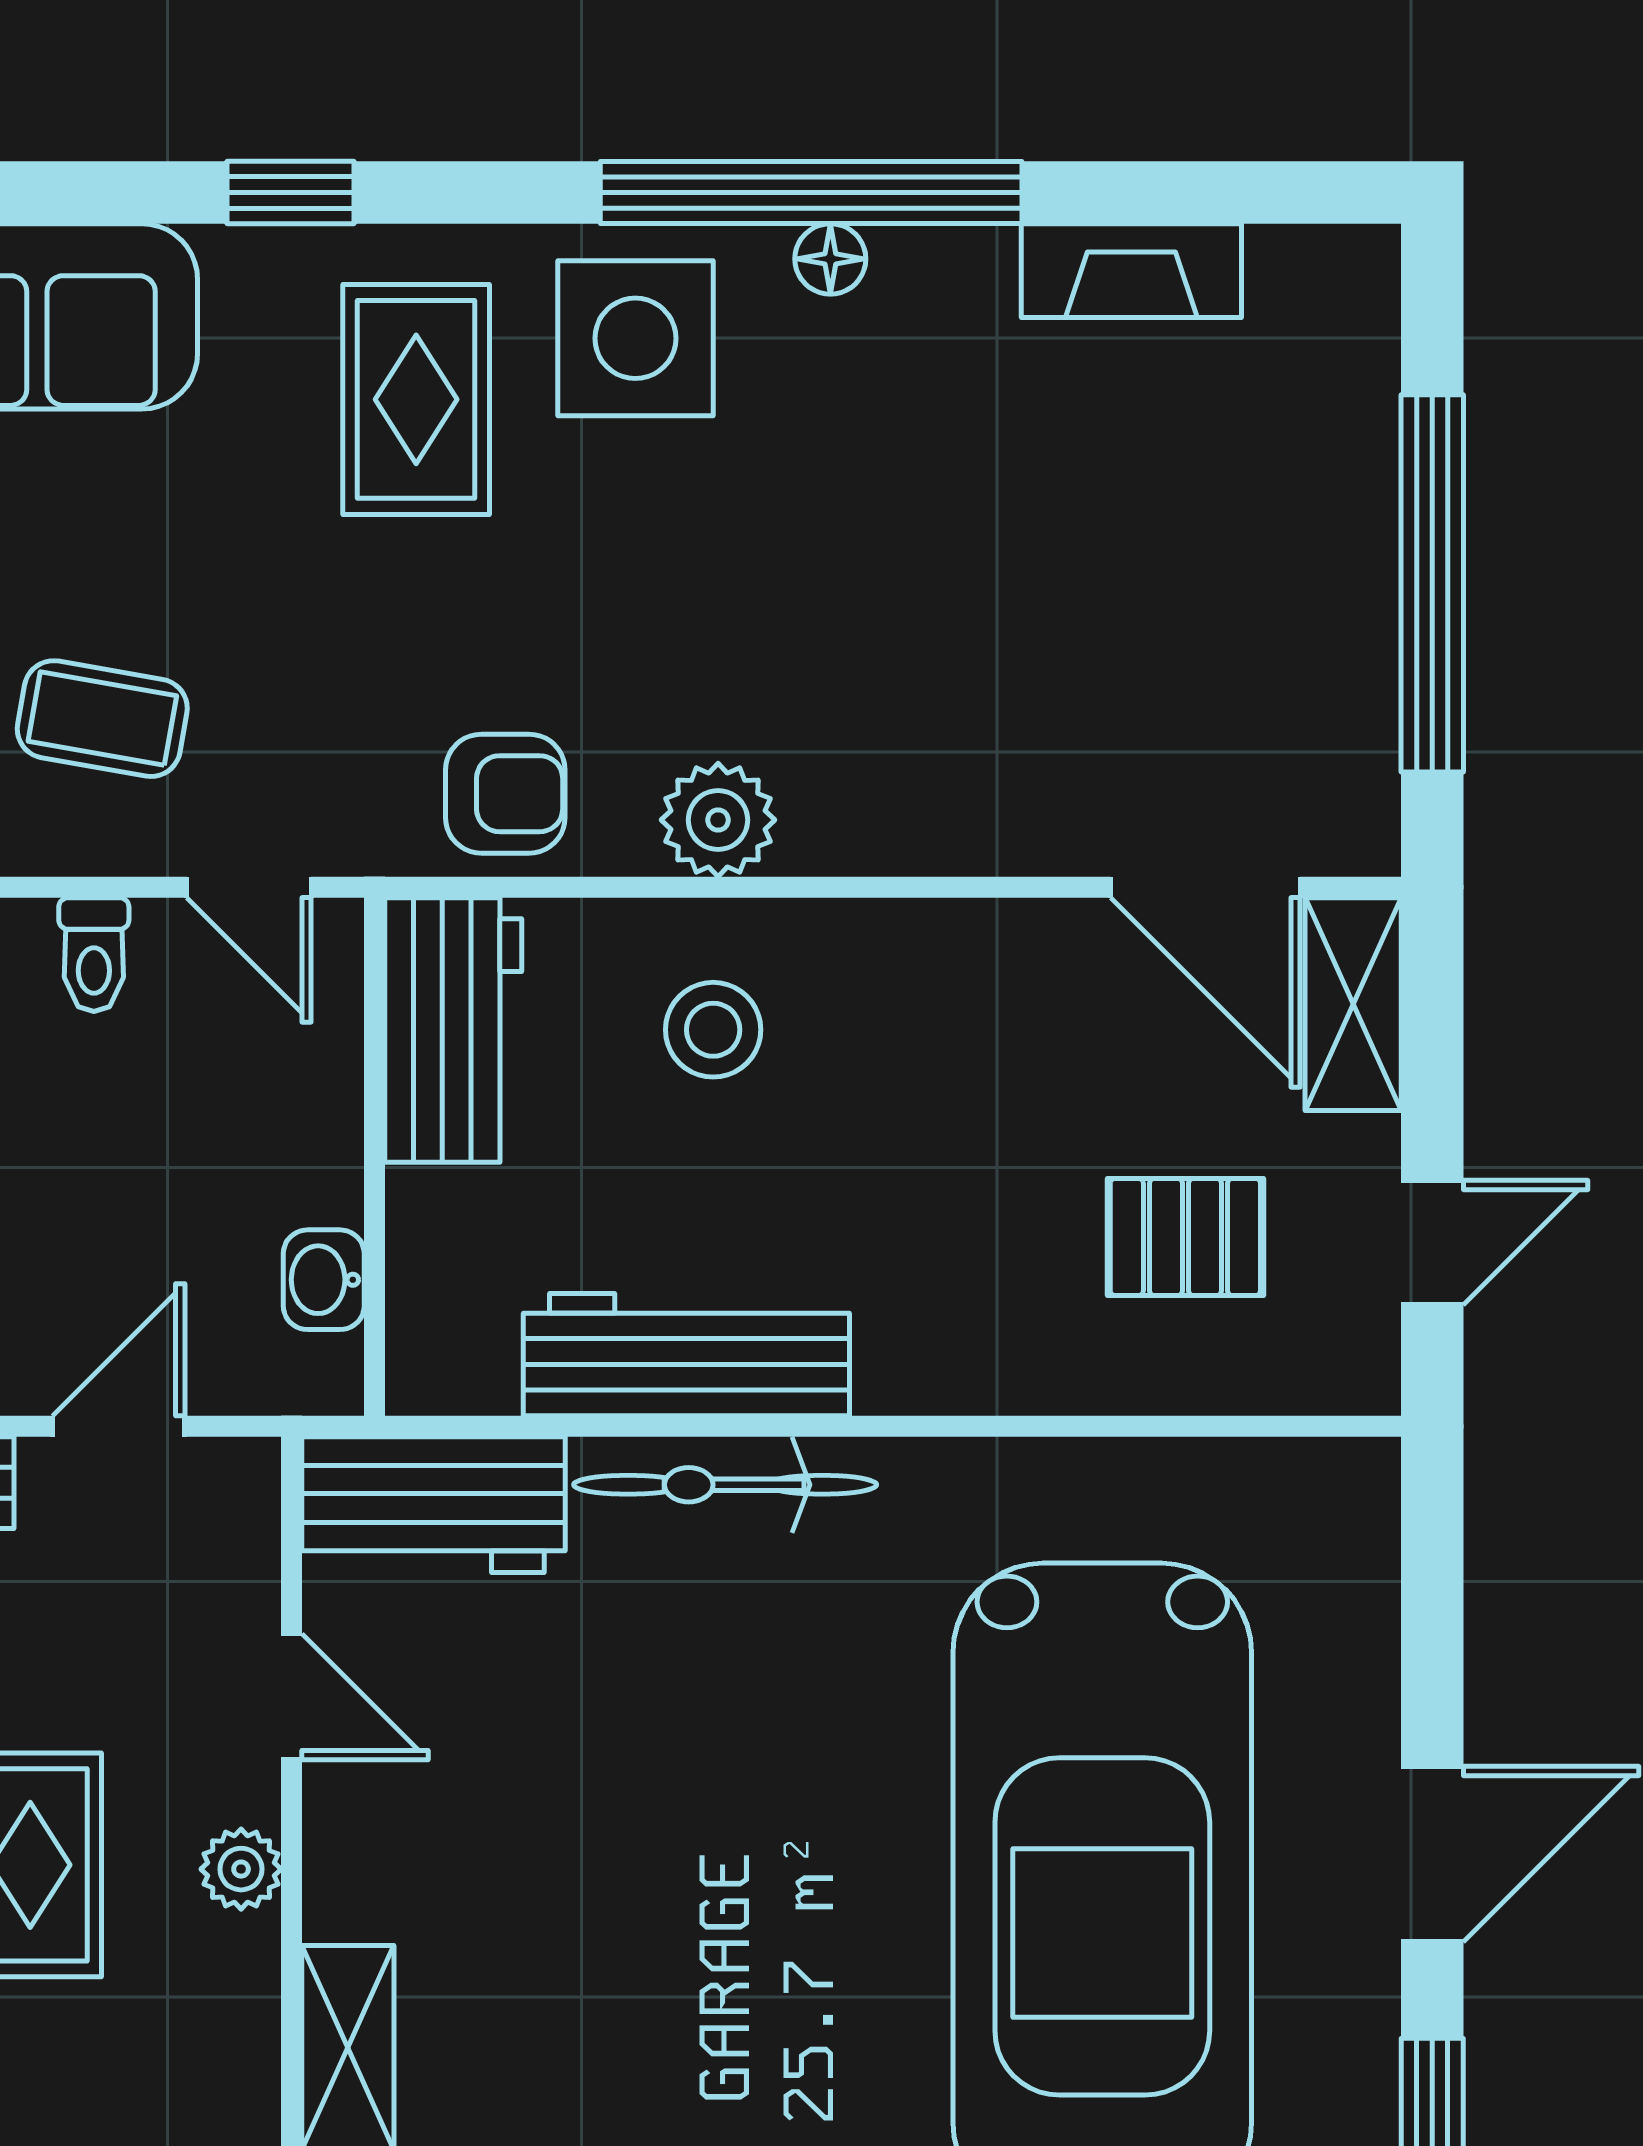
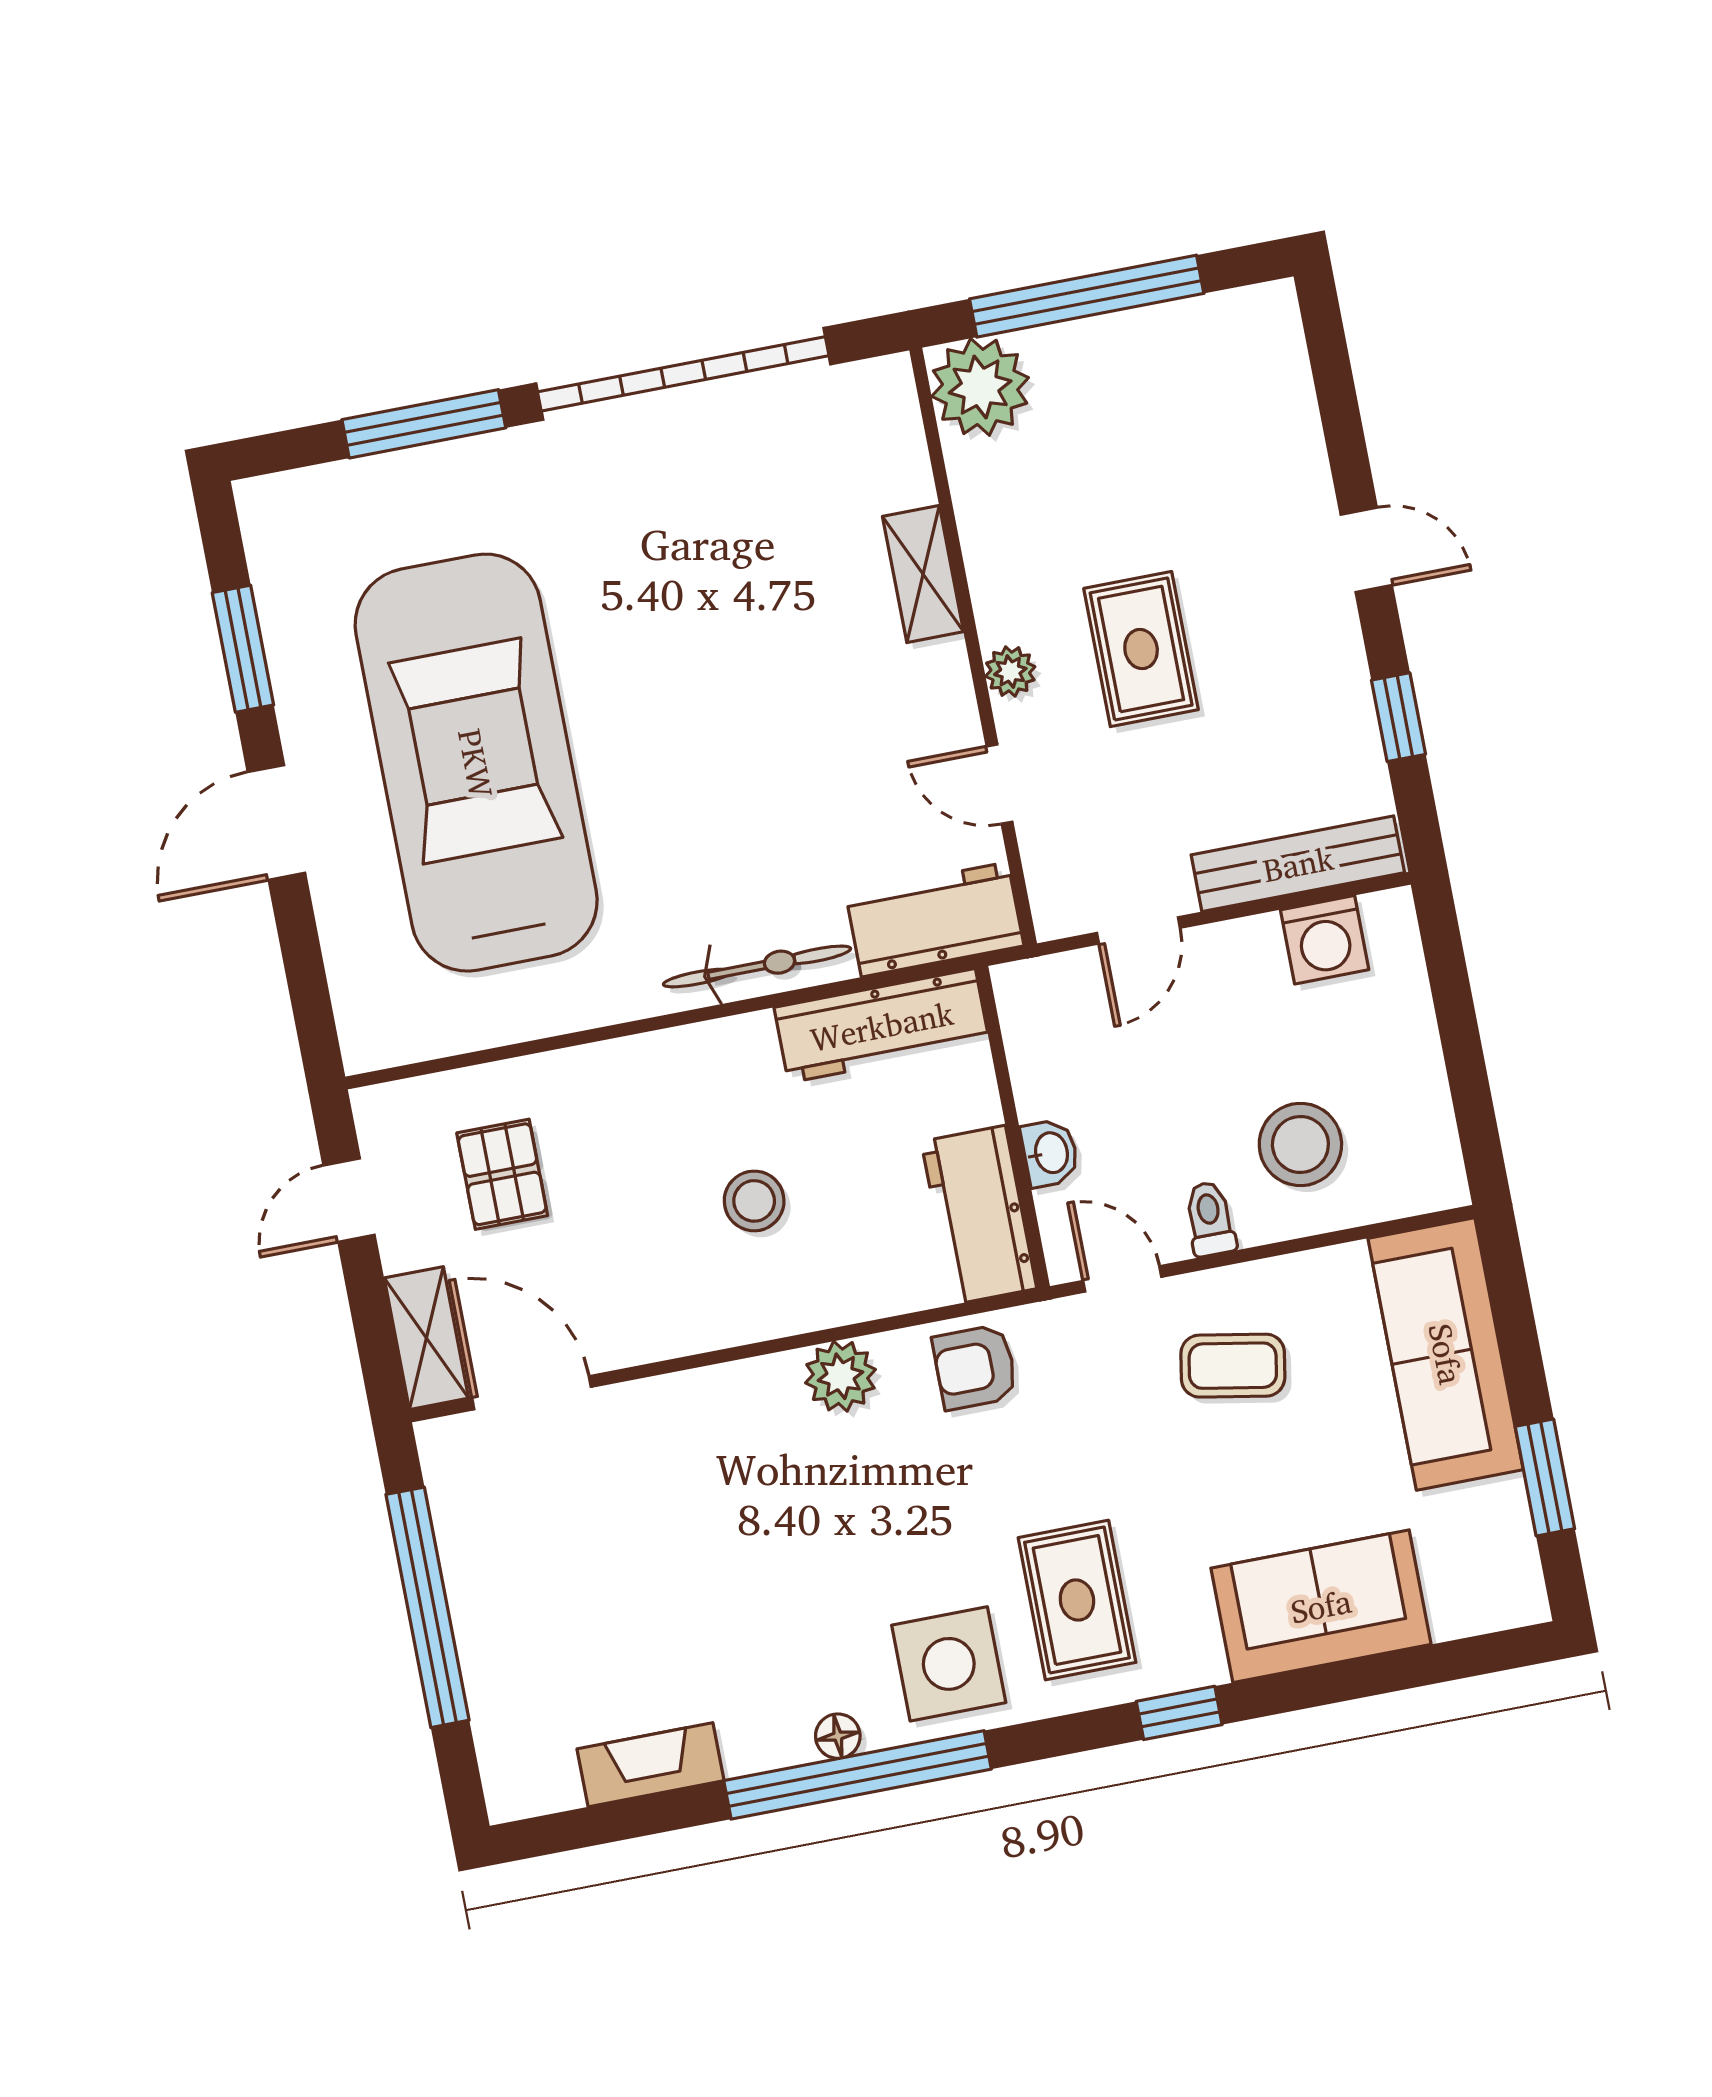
stool: (713, 1030) -> (754, 1201), moved
pallet: (1185, 1237) -> (502, 1174), turned 90
washbasin: (324, 1280) -> (1050, 1153), moved
workbench: (686, 1355) -> (882, 1026), moved

